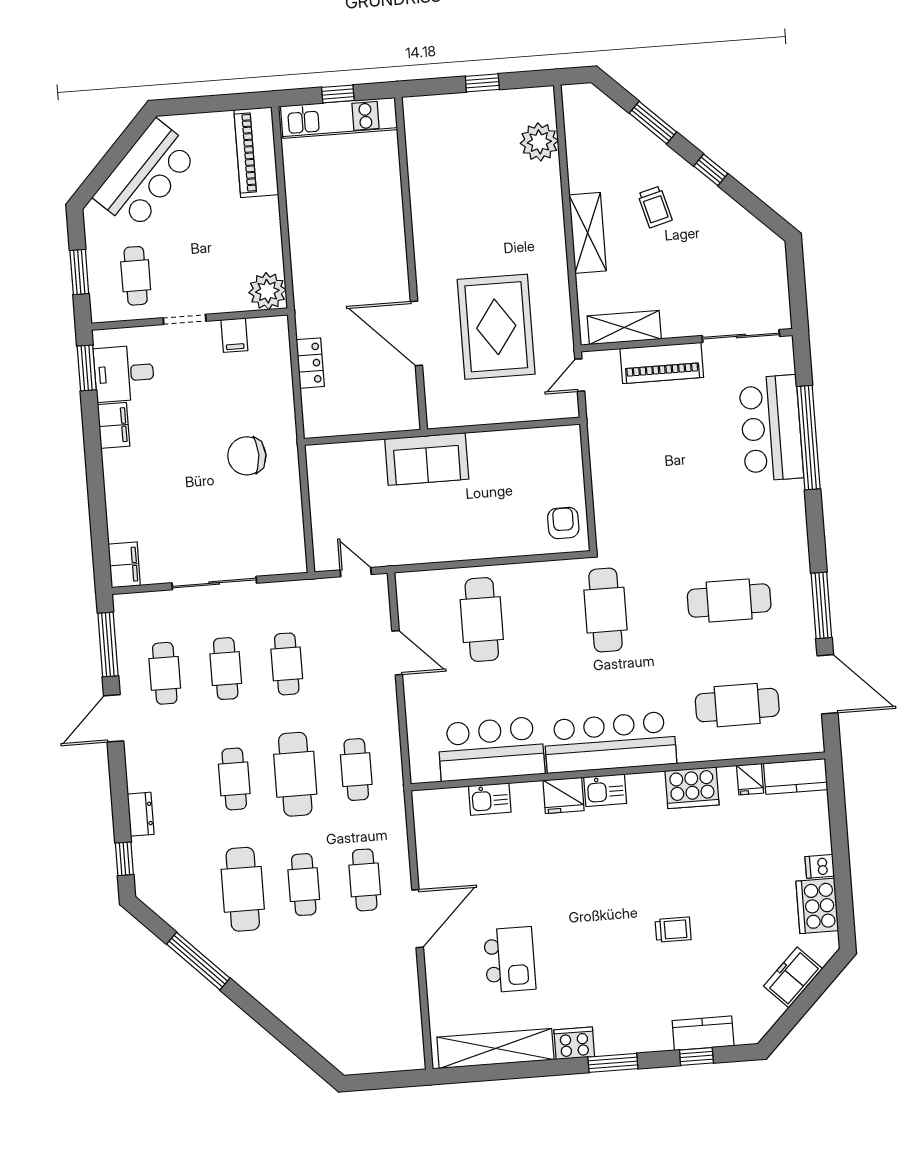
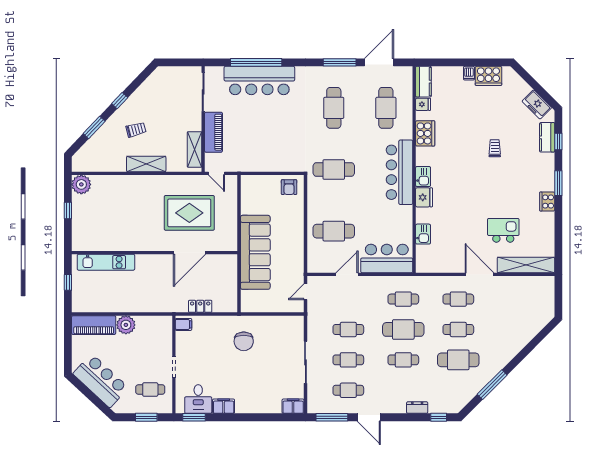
kitchen unit: (339, 118) -> (106, 262), moved, turned 90
plant: (539, 142) -> (81, 184), moved
plant: (267, 291) -> (126, 325), moved
filing cabinet: (234, 335) -> (183, 324), moved
bar counter: (771, 428) -> (259, 80), width x1.36
sofa: (427, 459) -> (255, 252), width x1.85, depth x1.27
armchair: (563, 523) -> (289, 187), turned -90
bar counter: (491, 749) -> (387, 258), moved, turned 90
freezer: (793, 977) -> (537, 104), moved
shelving: (495, 1048) -> (526, 265), moved, turned 90

